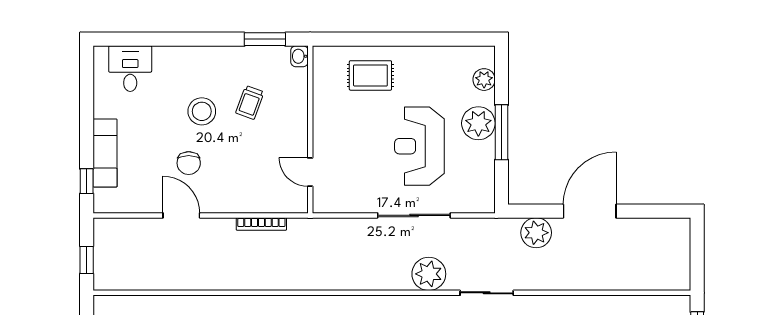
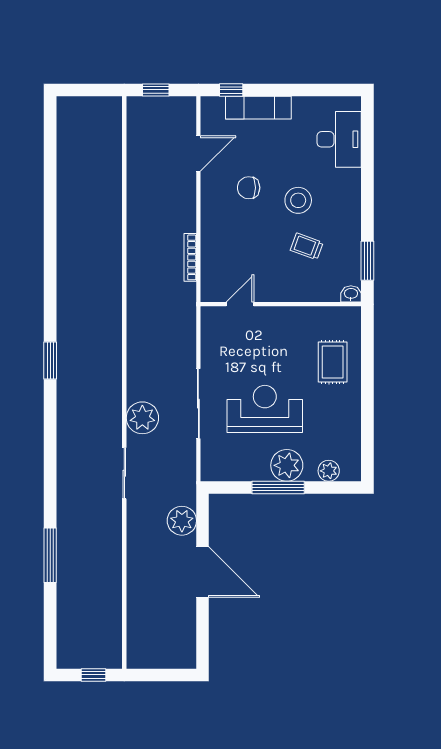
desk: (130, 69) -> (339, 139), width x1.37
door: (181, 215) -> (198, 153), moved

